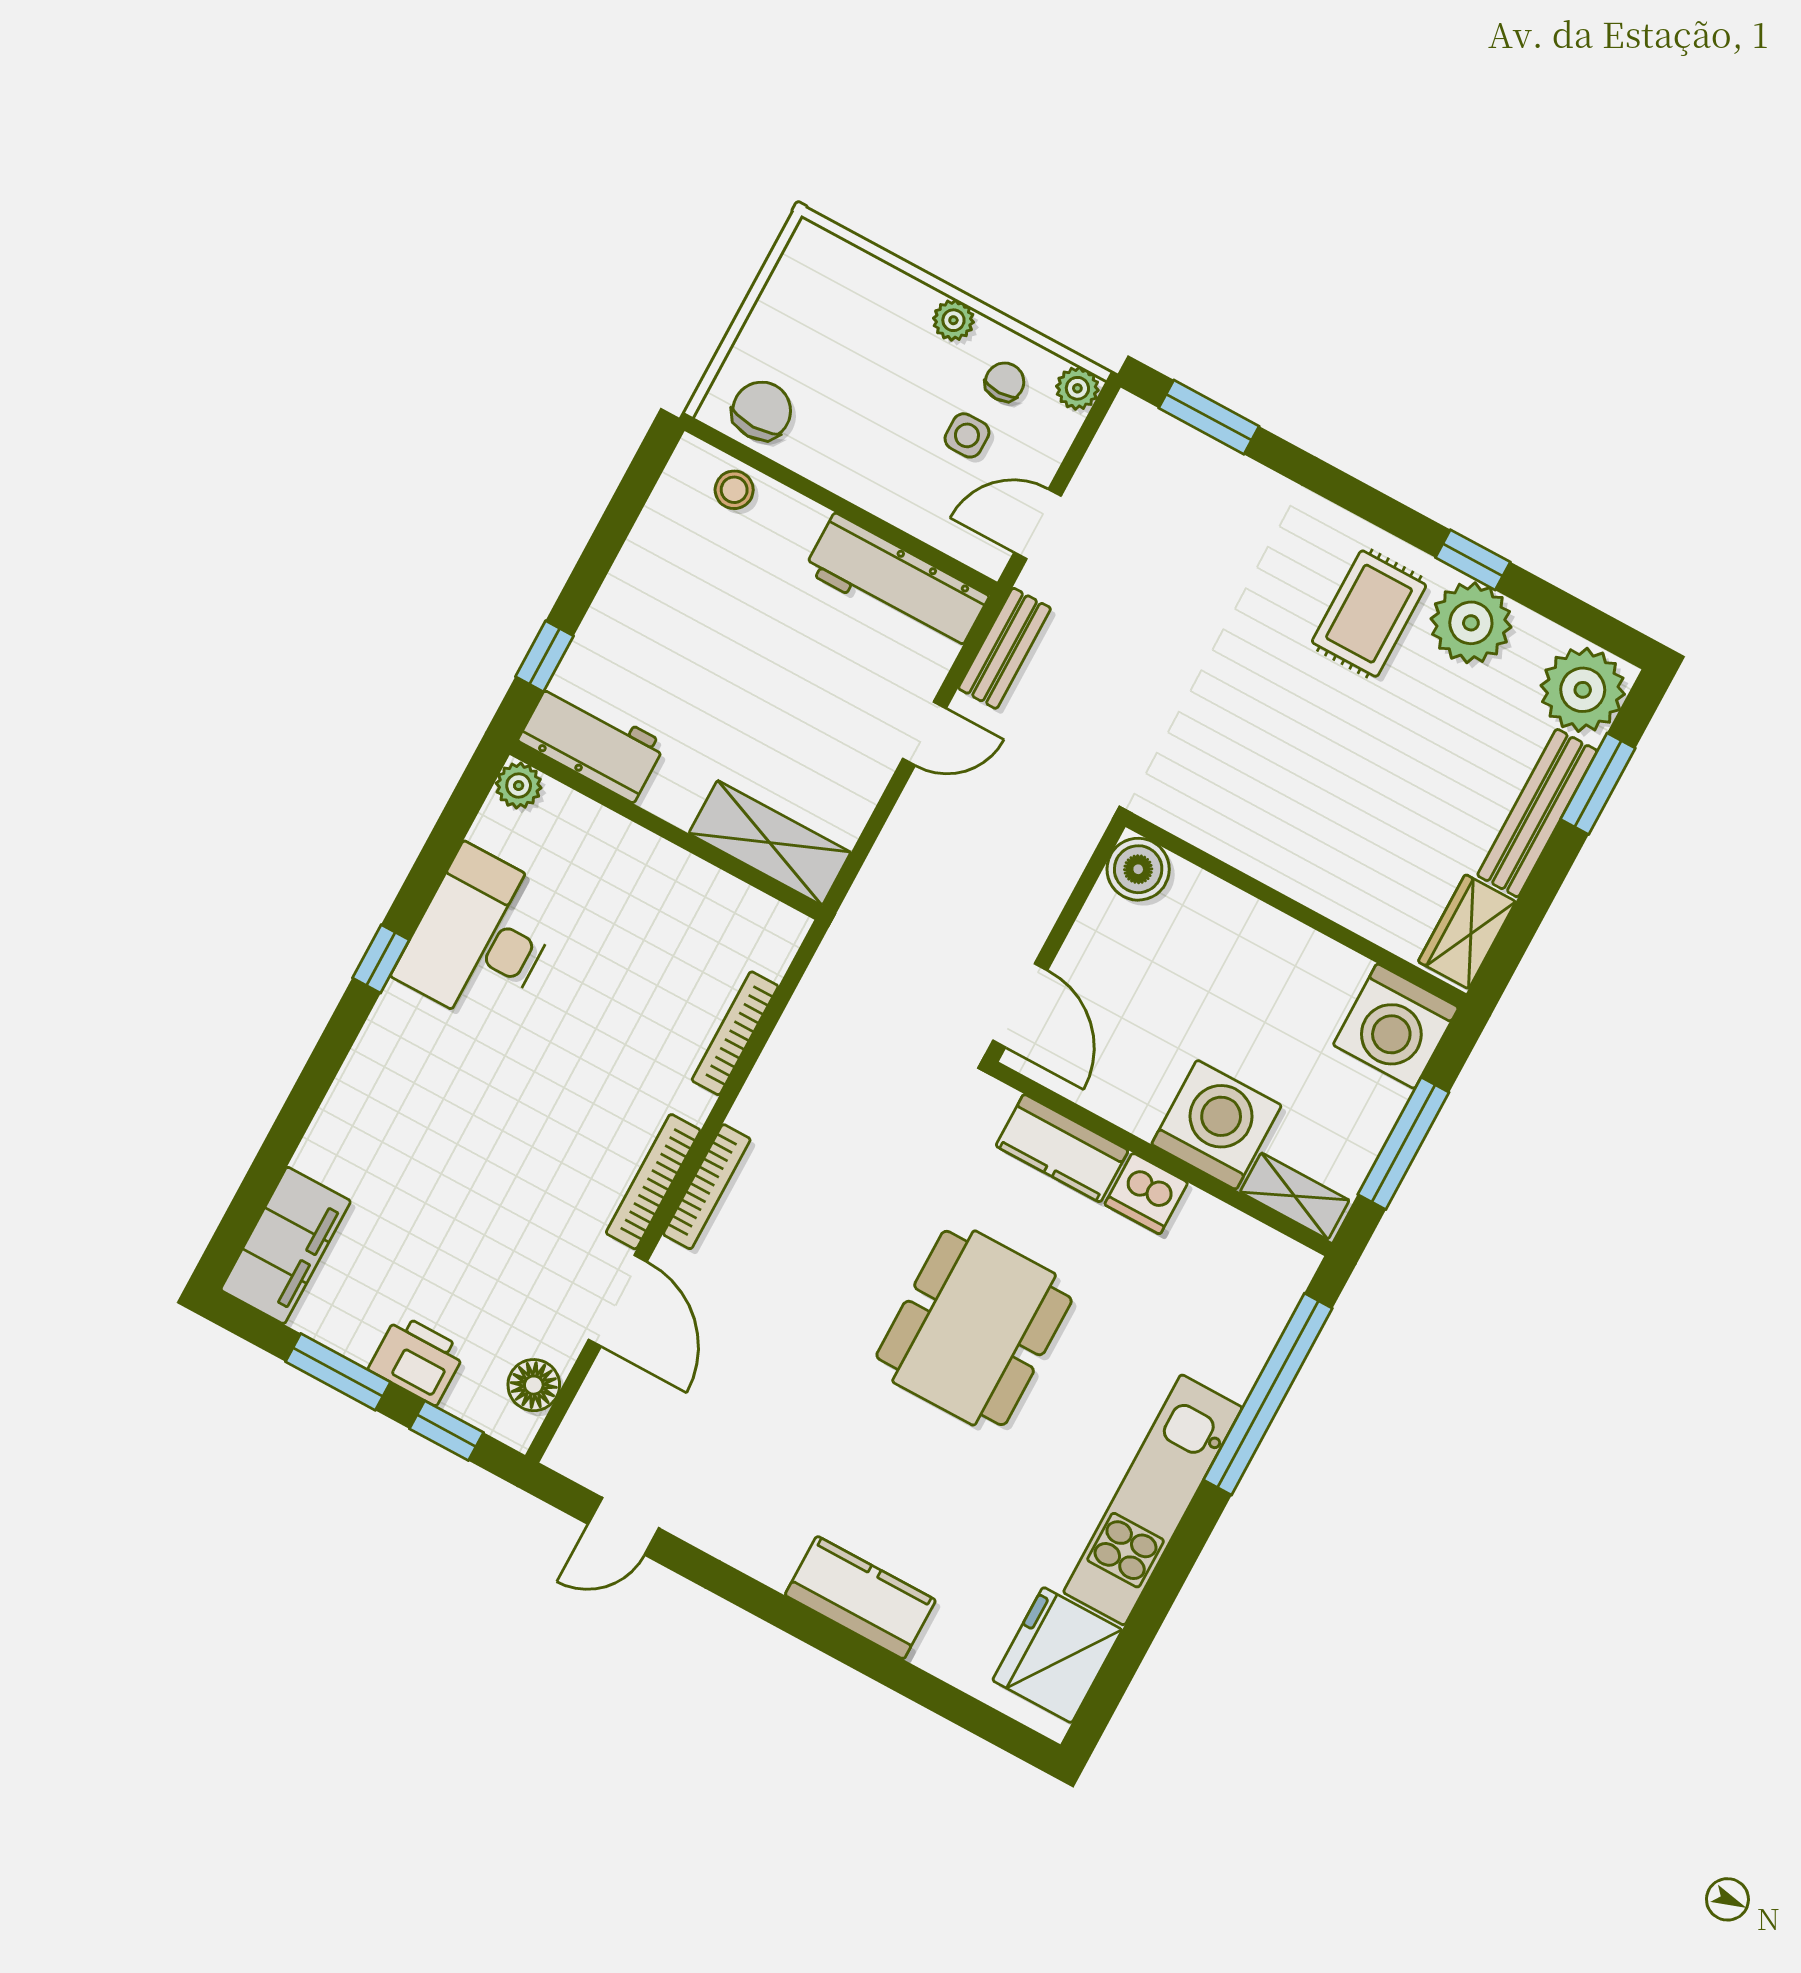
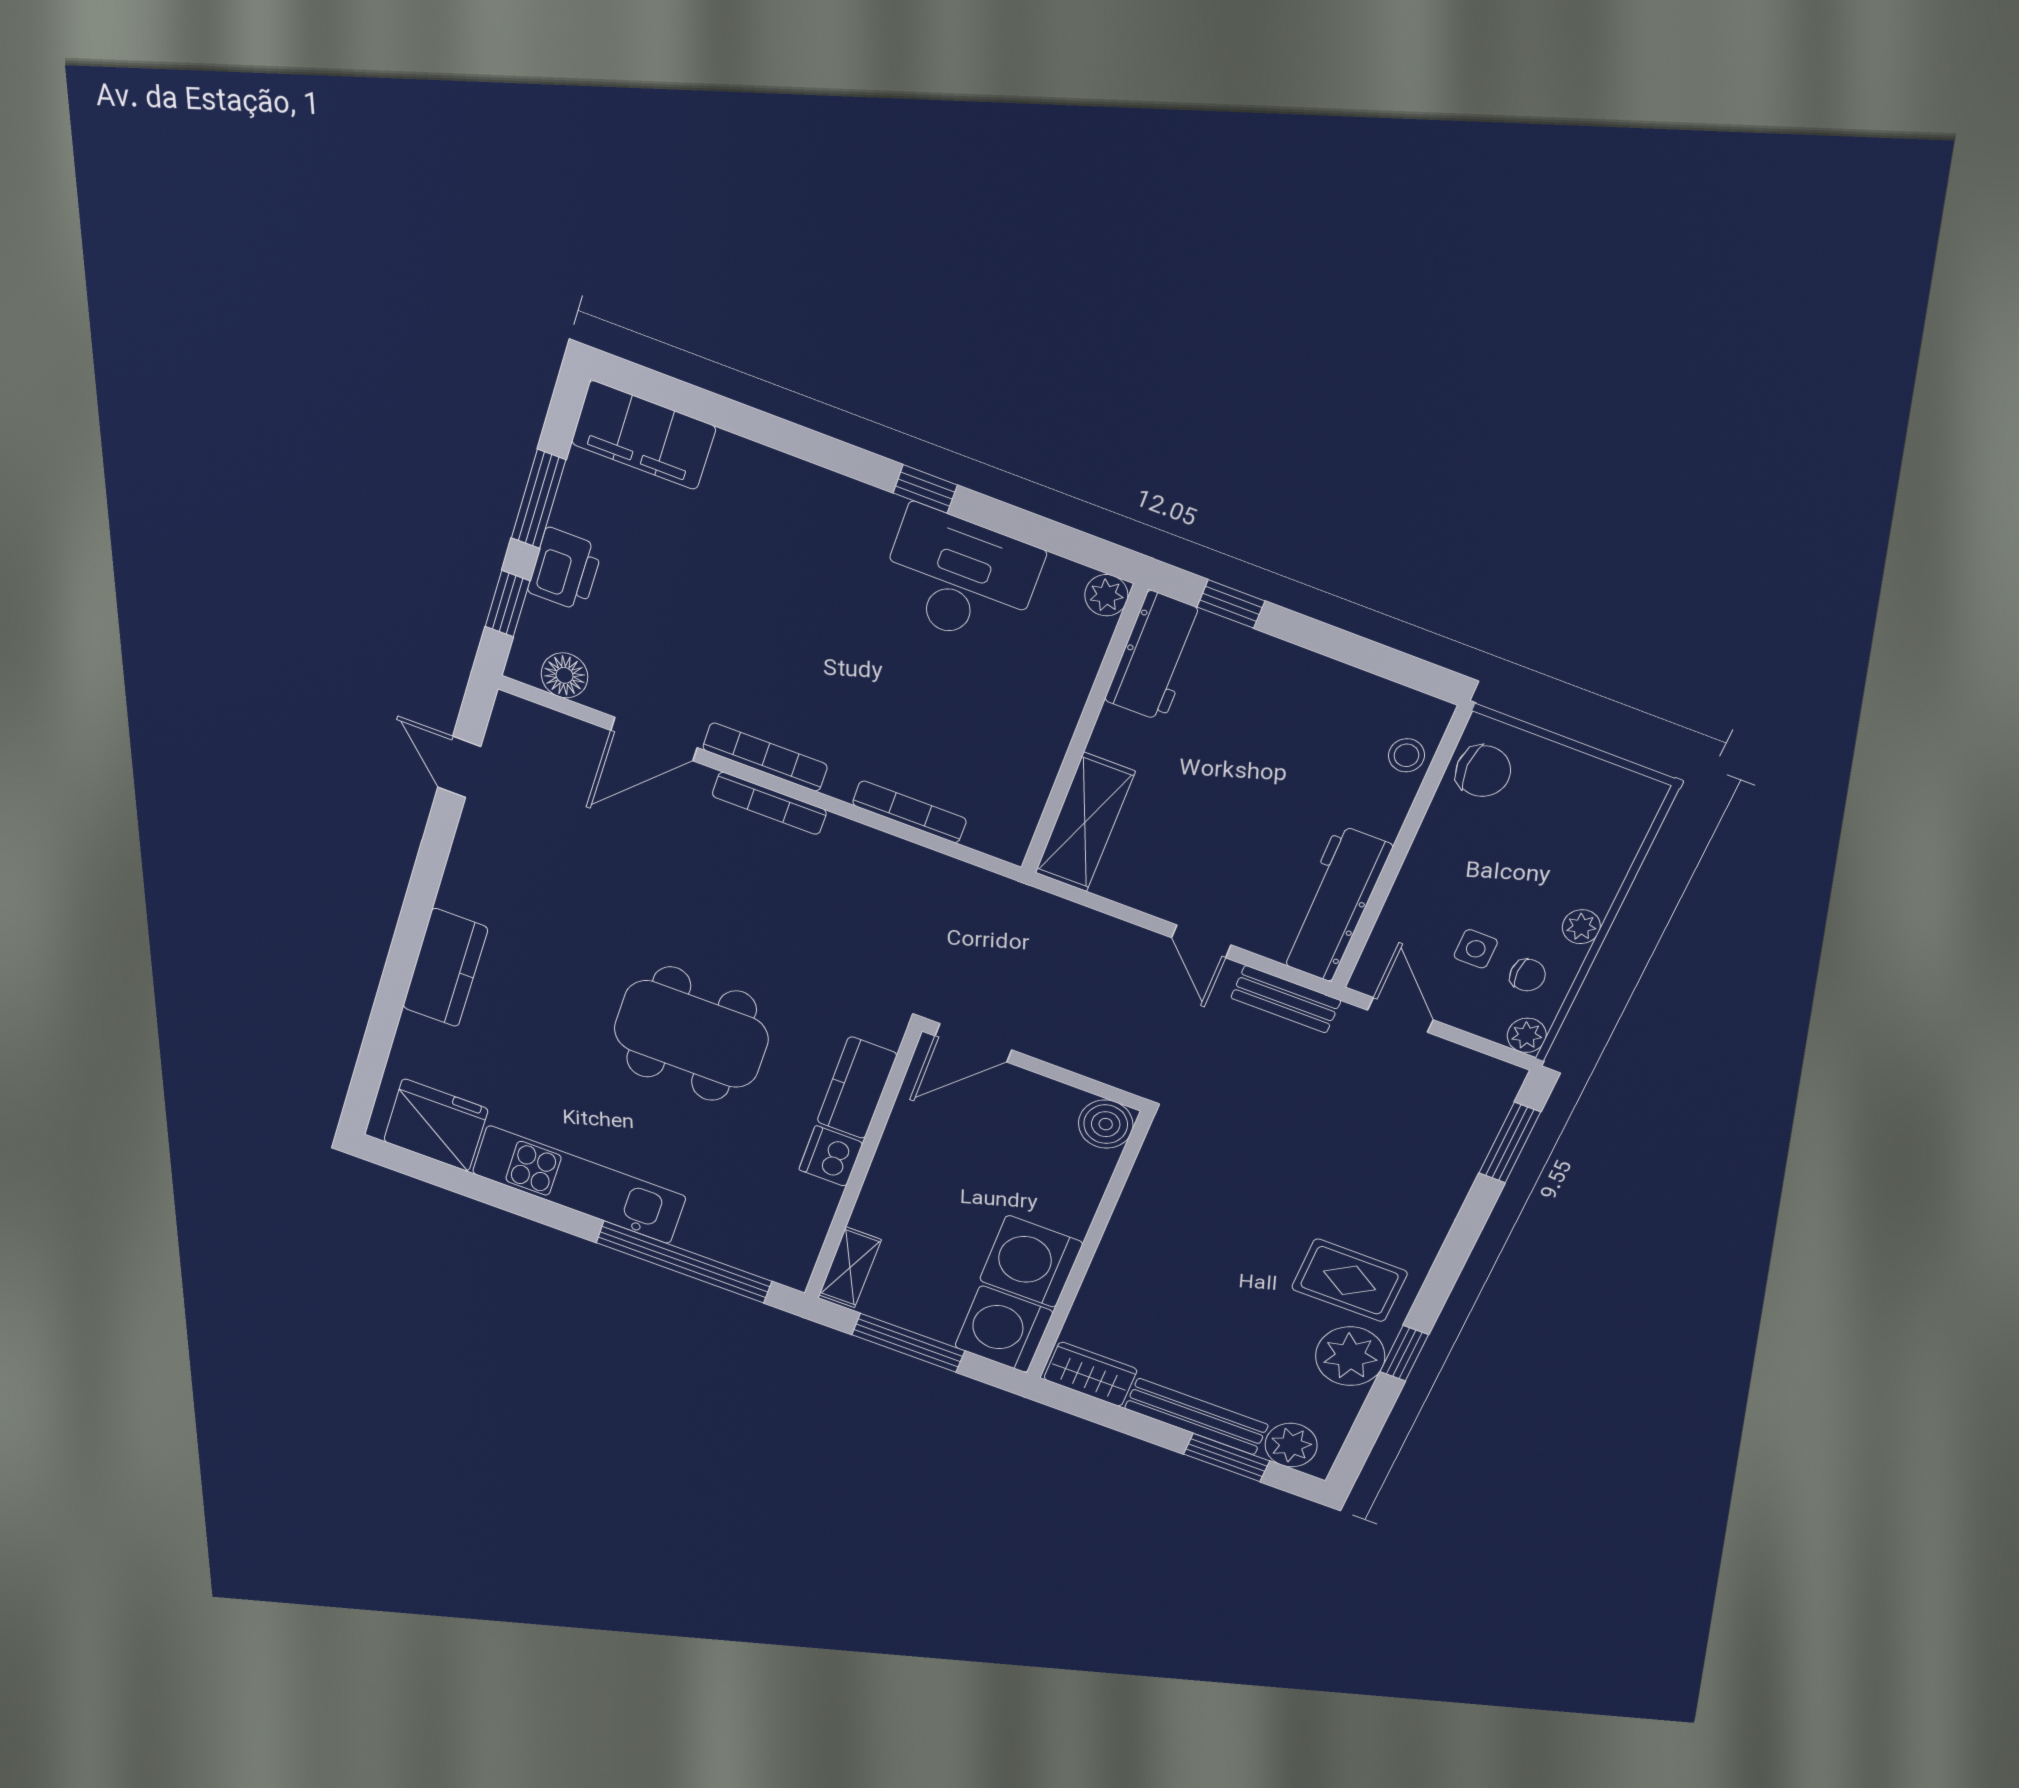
plant: (1583, 690) -> (1291, 1445), width x0.73, depth x0.73
washing machine: (1216, 1125) -> (1031, 1262), moved, turned 180

